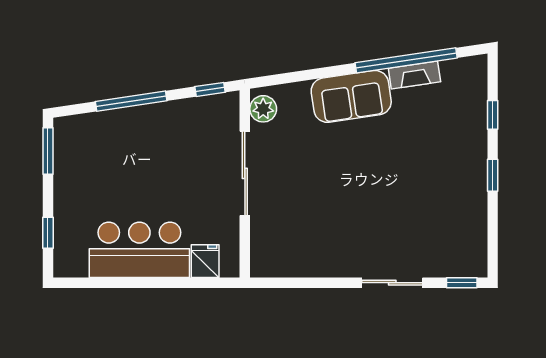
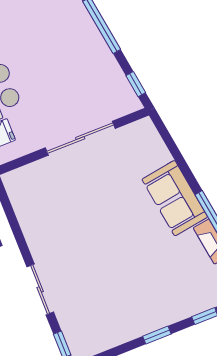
plant: (263, 109) -> (137, 132), removed

